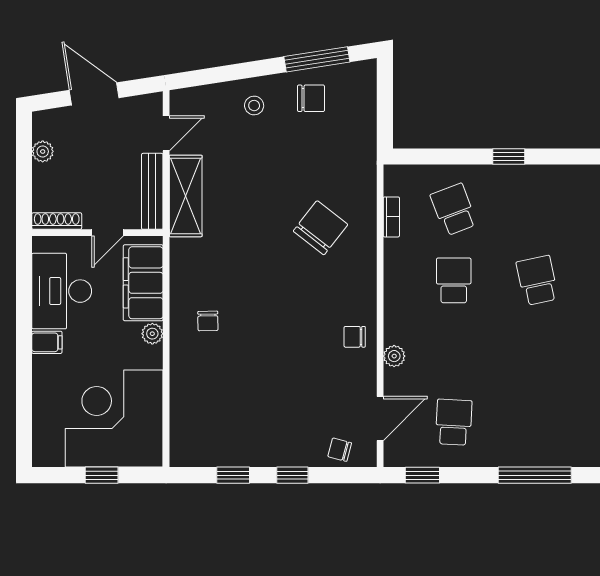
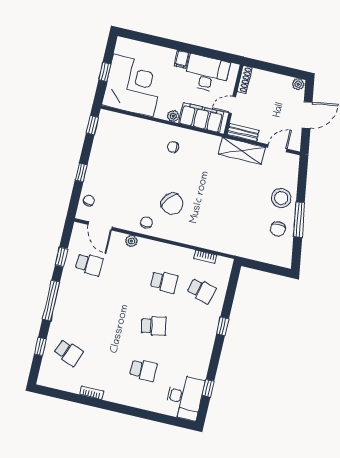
window: (317, 59) -> (299, 220), moved
stool: (254, 106) -> (281, 198), width x1.89, depth x1.89
door: (166, 133) -> (277, 148), swing flipped
plant: (43, 151) -> (298, 84), moved
bench: (152, 191) -> (243, 132), width x0.73
school desk: (454, 210) -> (201, 291), turned 36
chair: (320, 228) -> (172, 204), moved
door: (108, 233) -> (232, 105), hinge flipped
window: (233, 475) -> (92, 125), moved
window: (422, 475) -> (61, 257), moved

